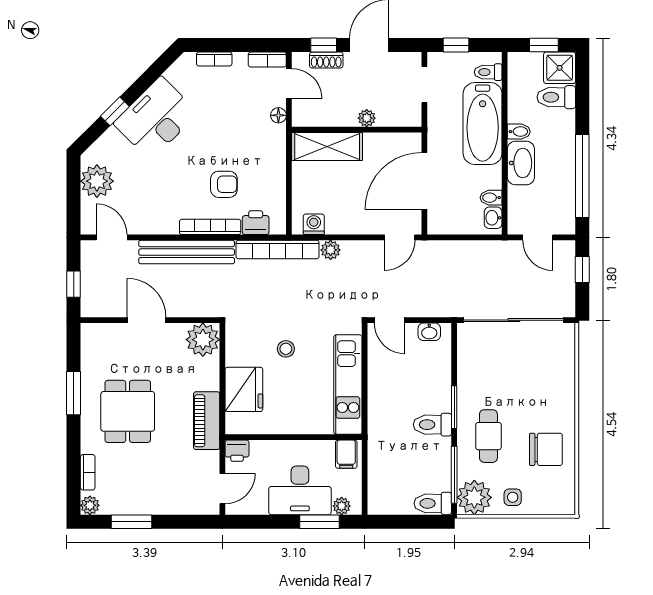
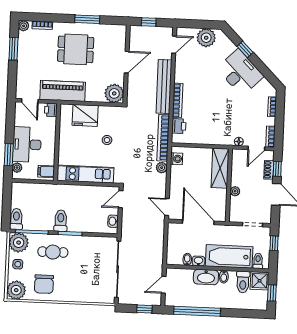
shower: (560, 68) -> (260, 281), moved
toilet: (556, 97) -> (243, 282), moved, turned 180
armchair: (224, 184) -> (201, 109), removed
washbasin: (493, 218) -> (199, 261), moved
piano: (207, 421) -> (63, 91), width x1.37, depth x1.33
plant: (559, 498) -> (16, 290), added

